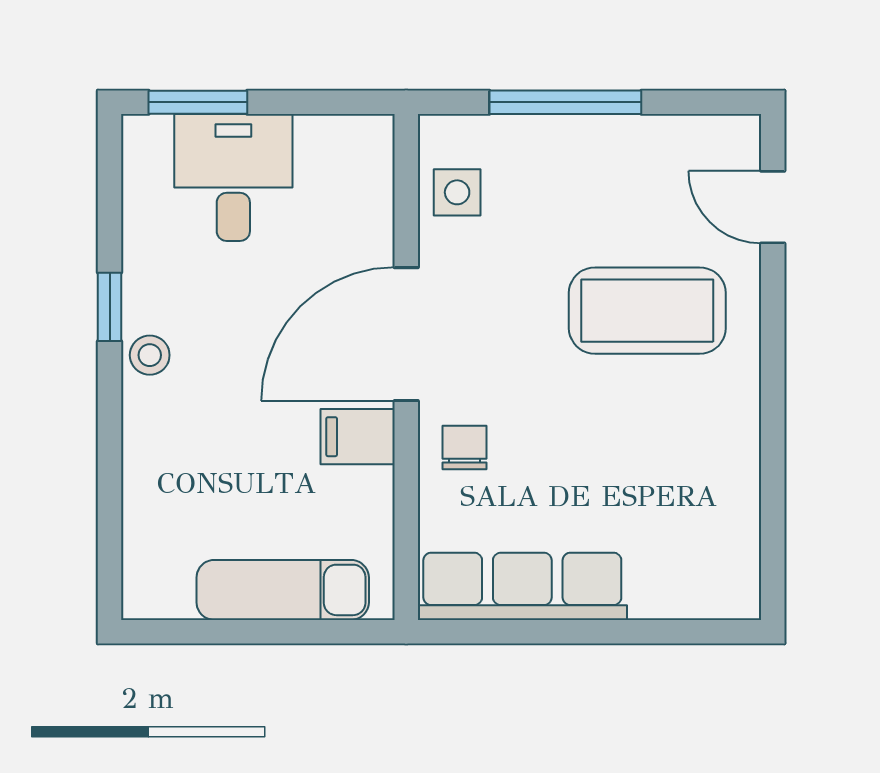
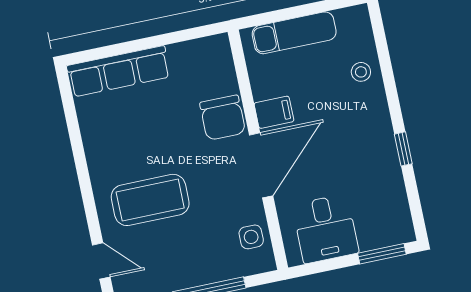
desk: (233, 177) -> (325, 229), moved
stool: (150, 355) -> (361, 72), moved
chair: (465, 447) -> (223, 118), width x1.87, depth x1.87
row of seats: (522, 586) -> (119, 71), moved

